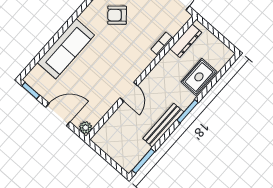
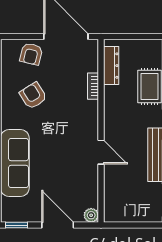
armchair: (117, 15) -> (33, 96), turned 99
door: (58, 115) -> (58, 225), hinge flipped

